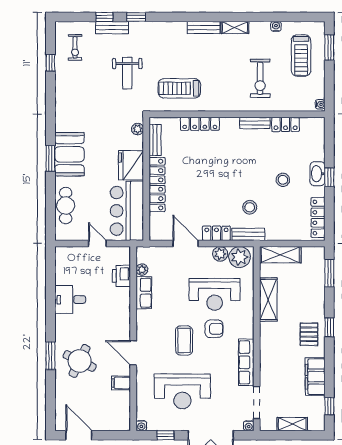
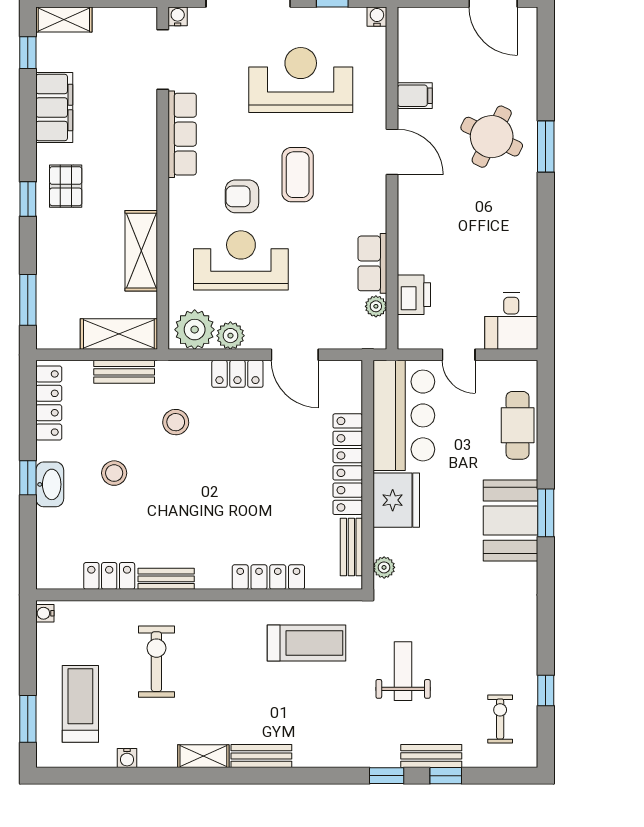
bench: (248, 234) -> (124, 372), moved
desk: (70, 299) -> (511, 321), moved, turned 90
shelving: (292, 424) -> (64, 19), moved

